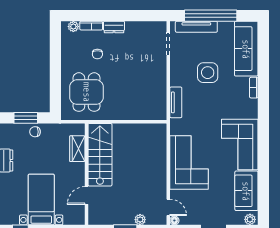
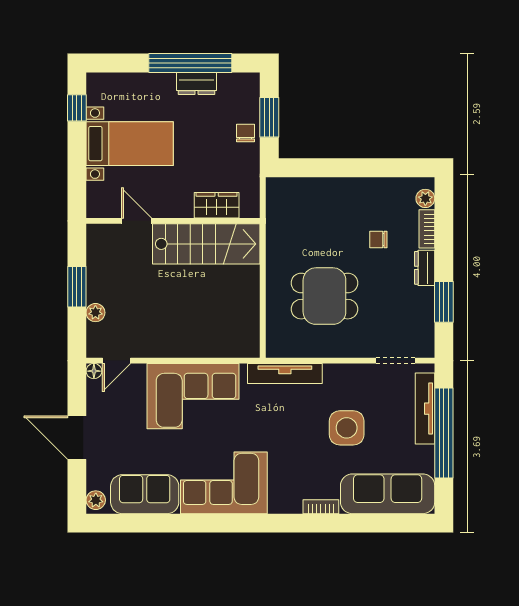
window: (134, 16) -> (444, 302), added
dining table: (87, 92) -> (324, 296), moved
tv unit: (176, 102) -> (285, 373), width x1.41

